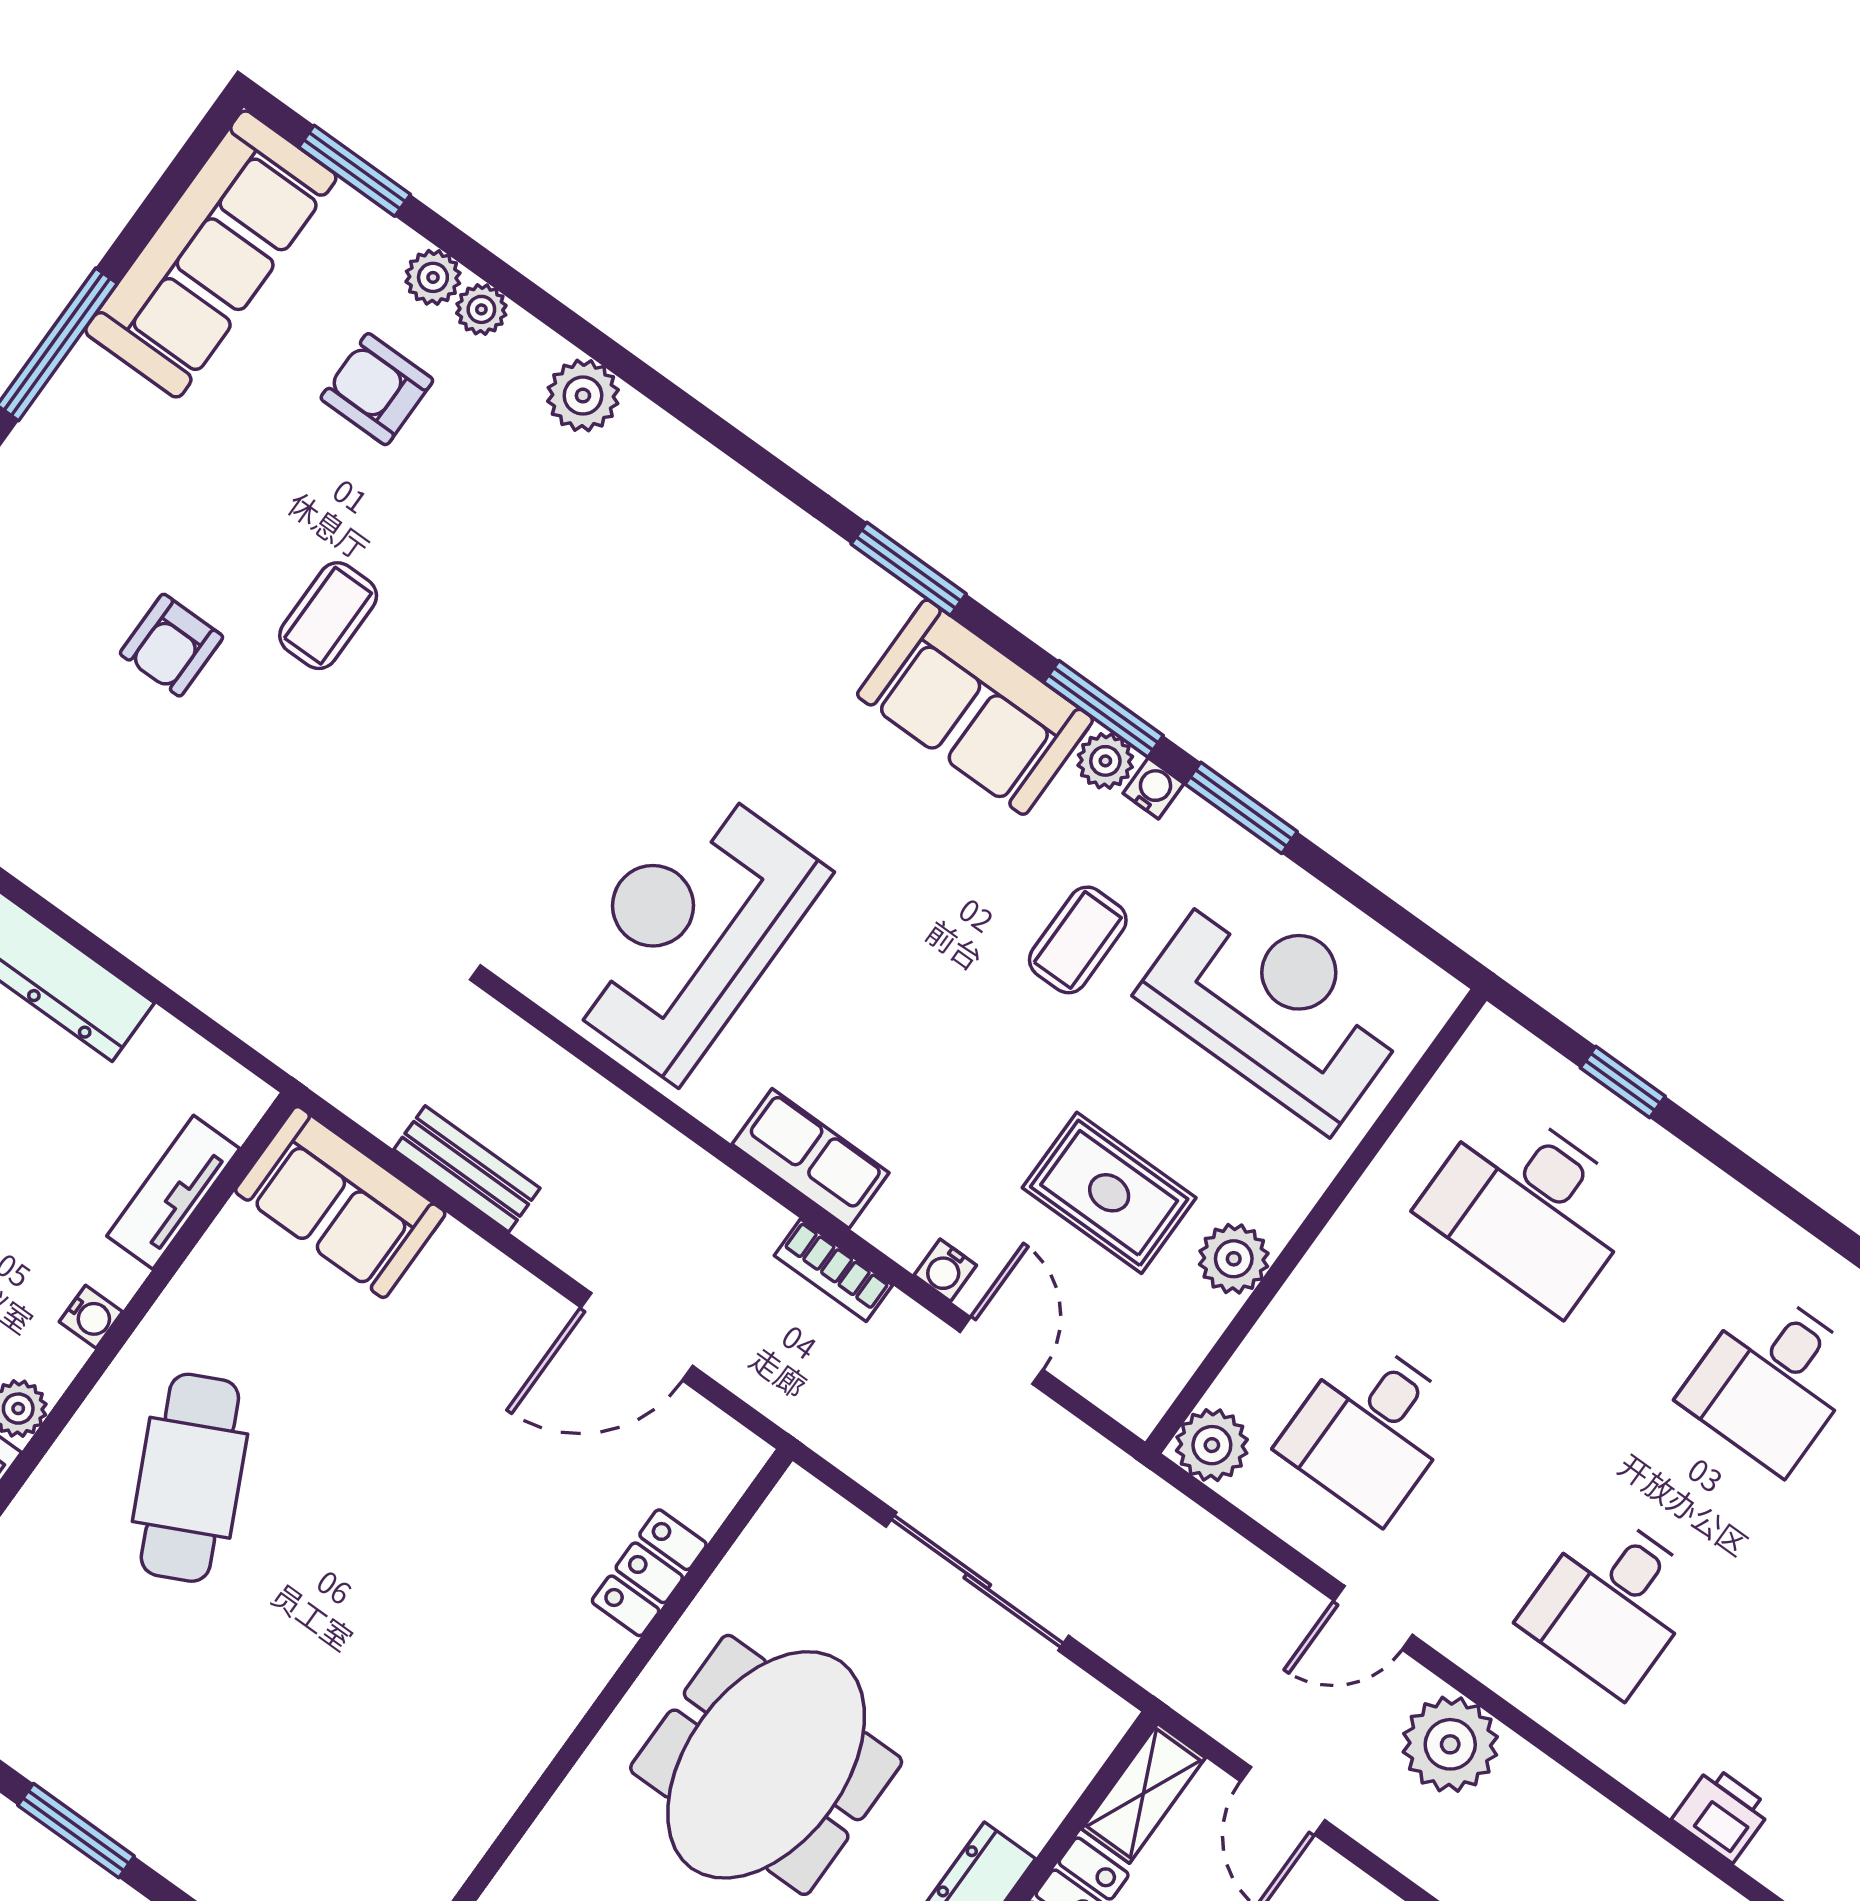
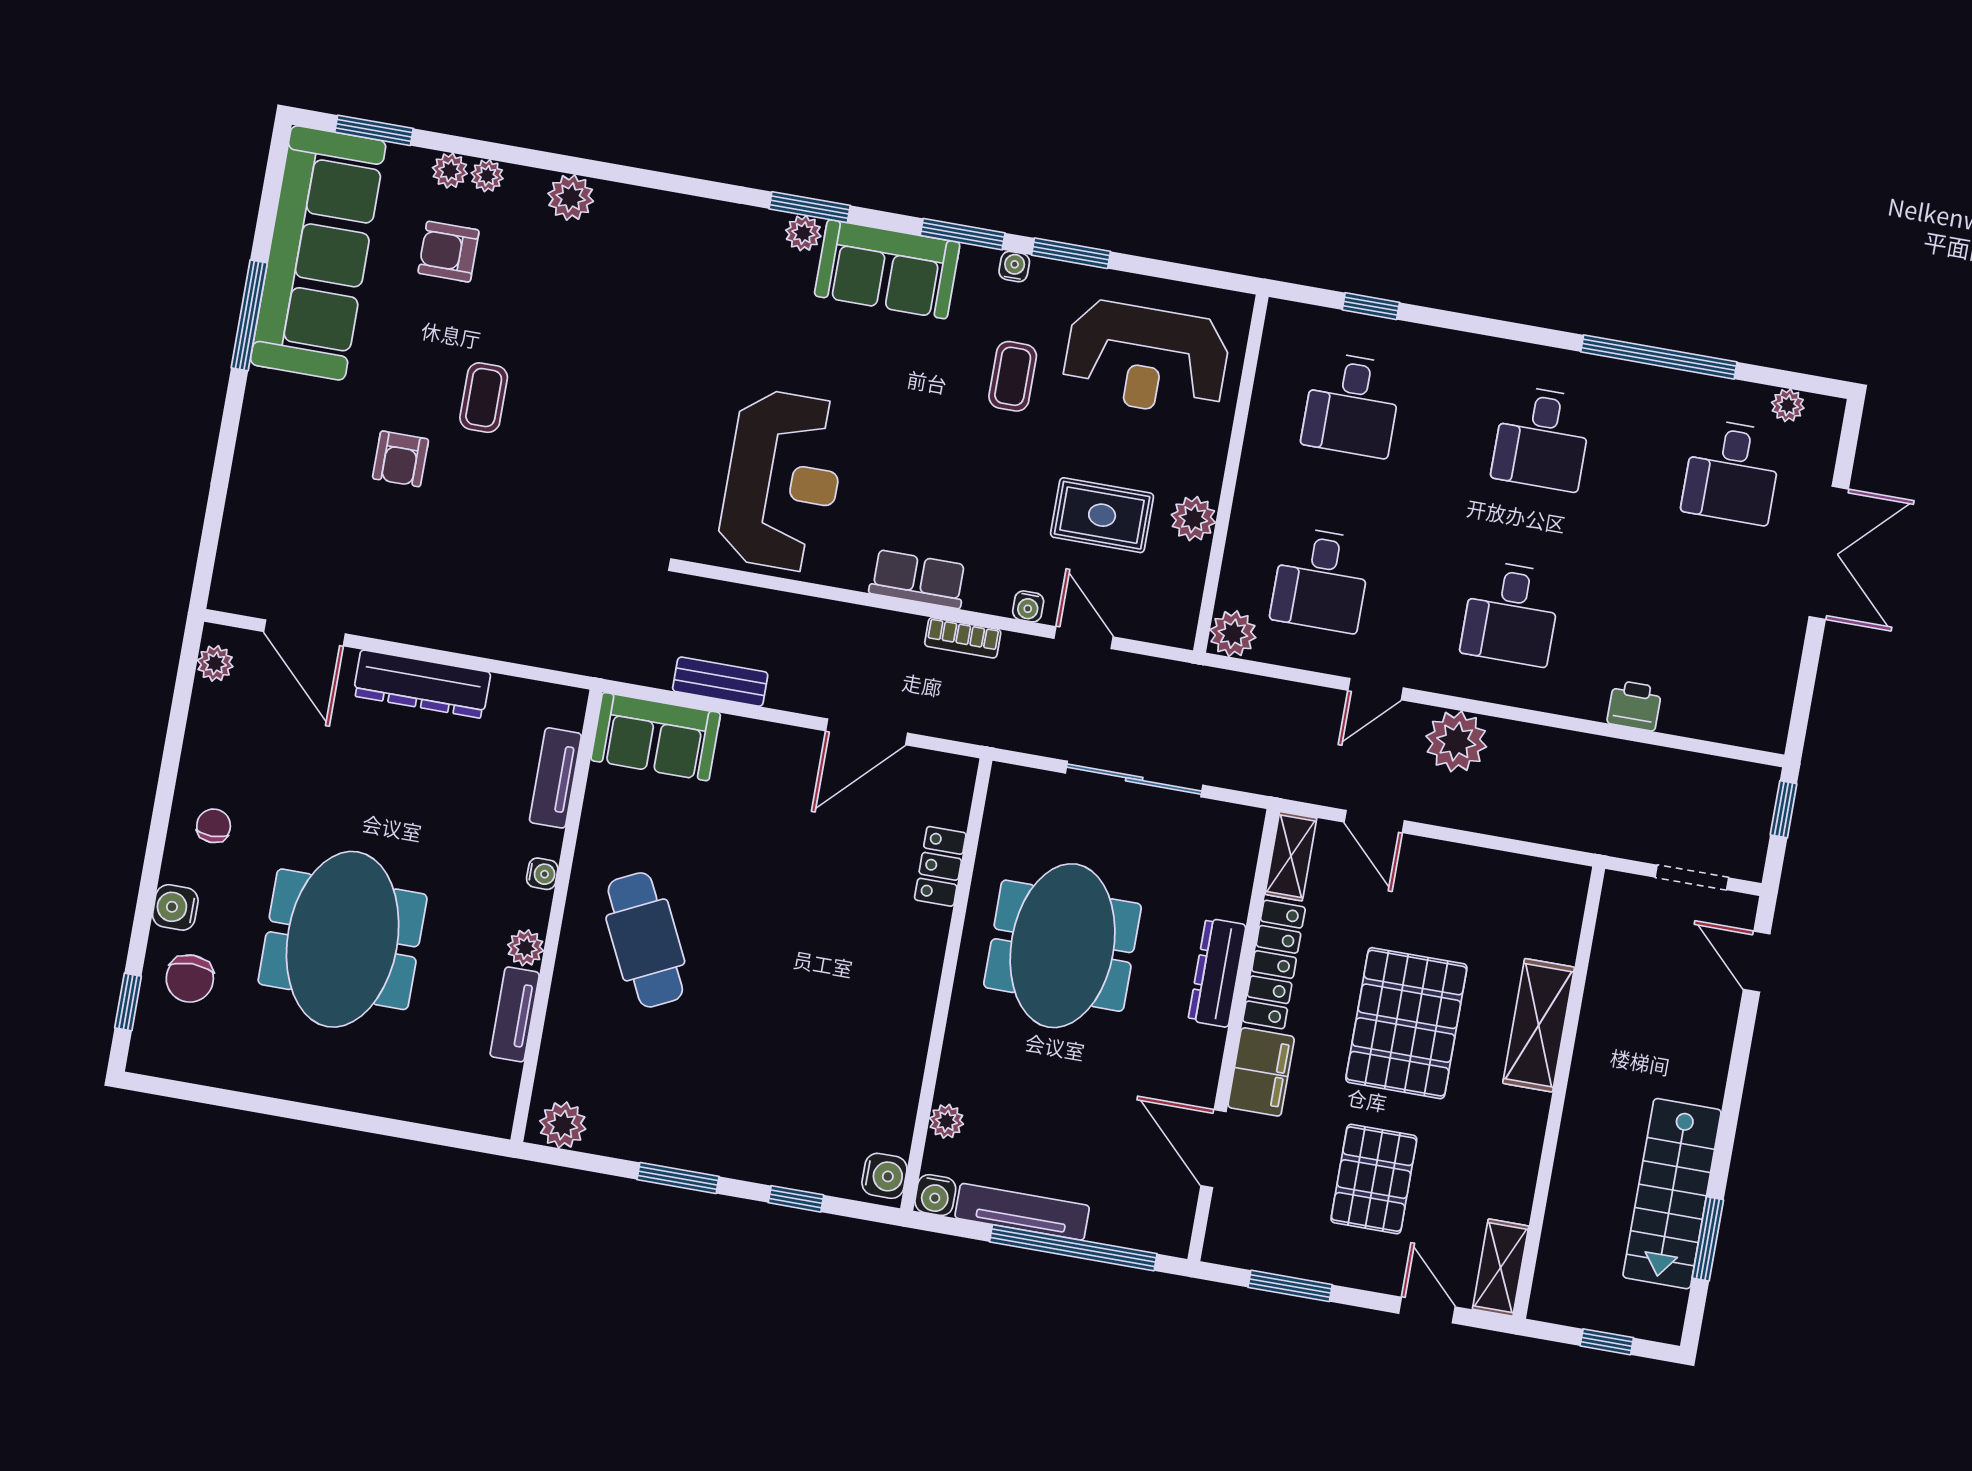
sofa: (211, 254) -> (318, 253), width x1.36, depth x1.27
plant: (1105, 761) -> (803, 233), moved
reception desk: (688, 931) -> (783, 481), turned 180
reception desk: (1276, 1005) -> (1146, 359), turned 180
desk: (1530, 1206) -> (1352, 405), width x0.73

